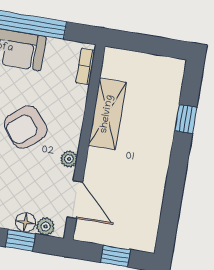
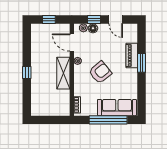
shelving: (107, 114) -> (63, 73), moved
window: (186, 119) -> (27, 72), moved

